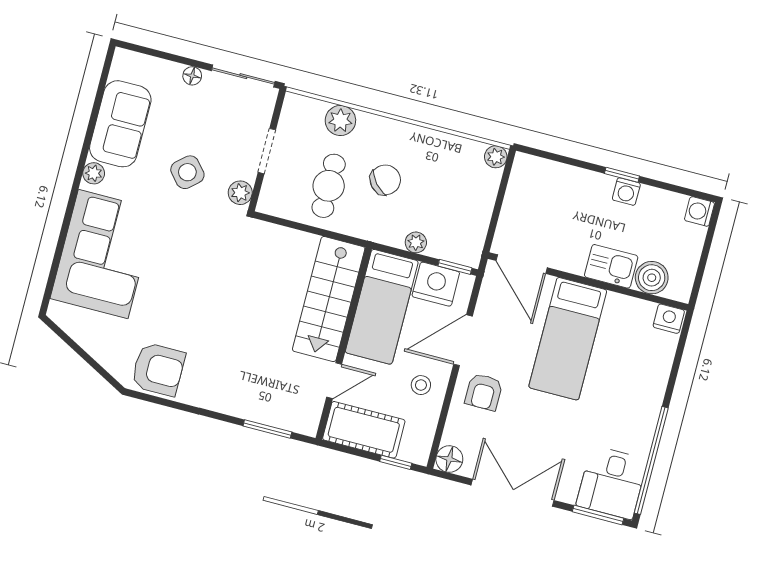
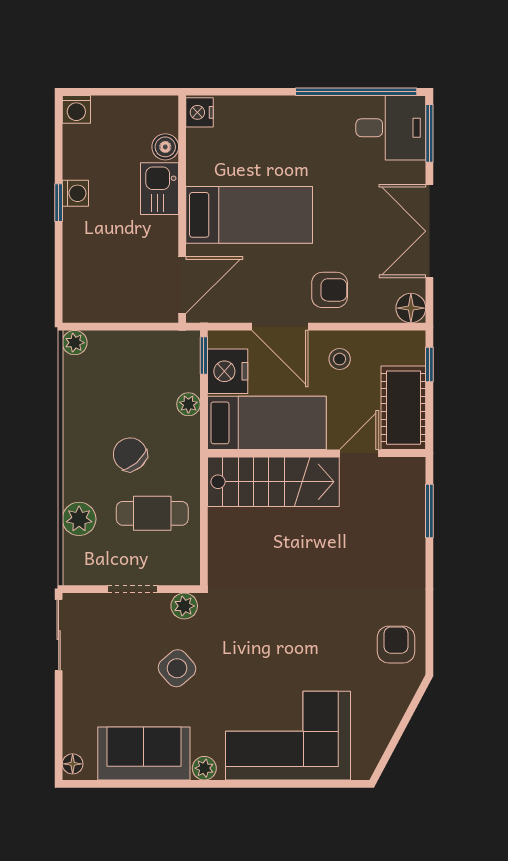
floor lamp: (192, 76) -> (73, 764), moved
boiler: (652, 278) -> (165, 147), width x0.73, depth x0.73
armchair: (158, 369) -> (396, 645), width x0.72, depth x0.72
door: (334, 381) -> (359, 453), hinge flipped

